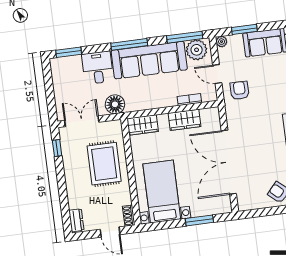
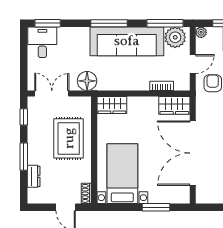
desk: (98, 68) -> (42, 42), moved
door: (217, 74) -> (193, 64), swing flipped
wardrobe: (184, 120) -> (174, 105), moved
window: (62, 187) -> (24, 157), added
dresser: (76, 220) -> (34, 176), moved

